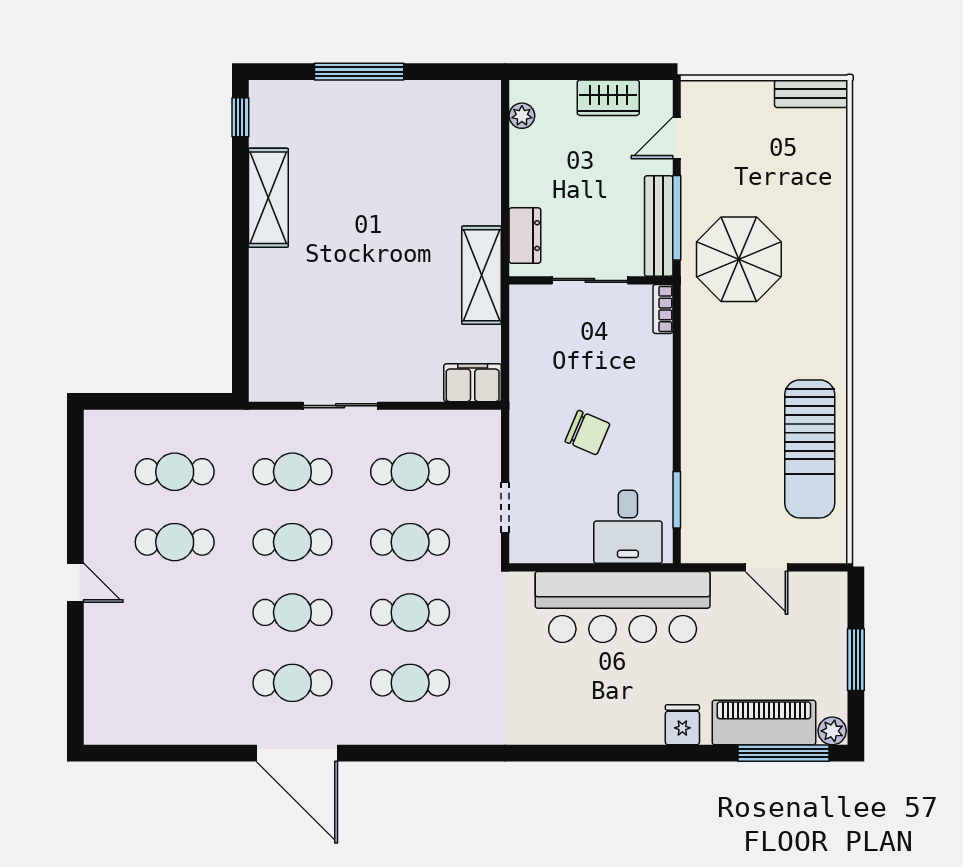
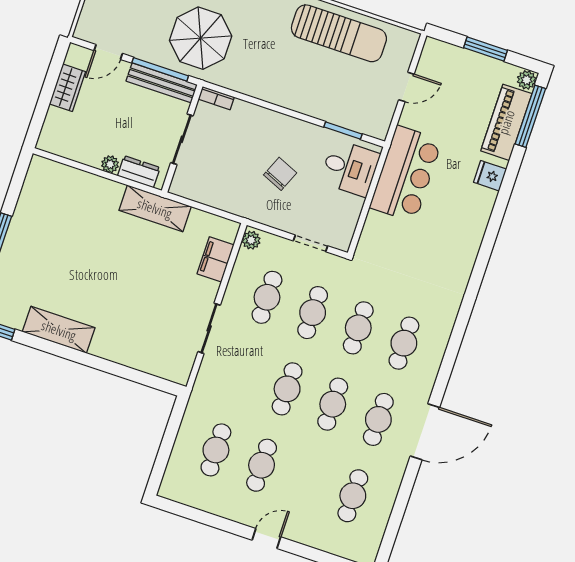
plant: (522, 116) -> (110, 164), moved
door: (677, 138) -> (108, 52), hinge flipped
filing cabinet: (473, 383) -> (216, 259), moved
plant: (482, 423) -> (251, 240), added
cafe table: (292, 472) -> (353, 496), moved
bar counter: (623, 607) -> (406, 174), width x0.73

